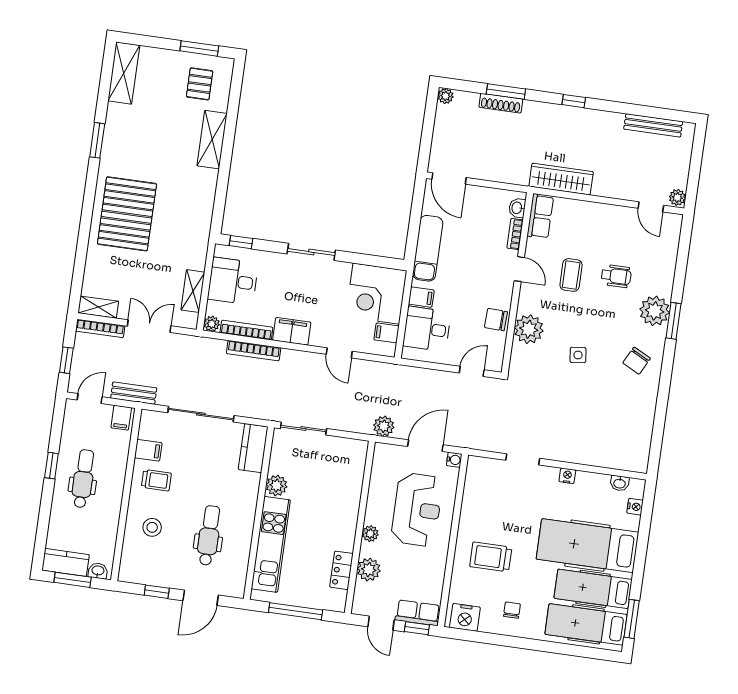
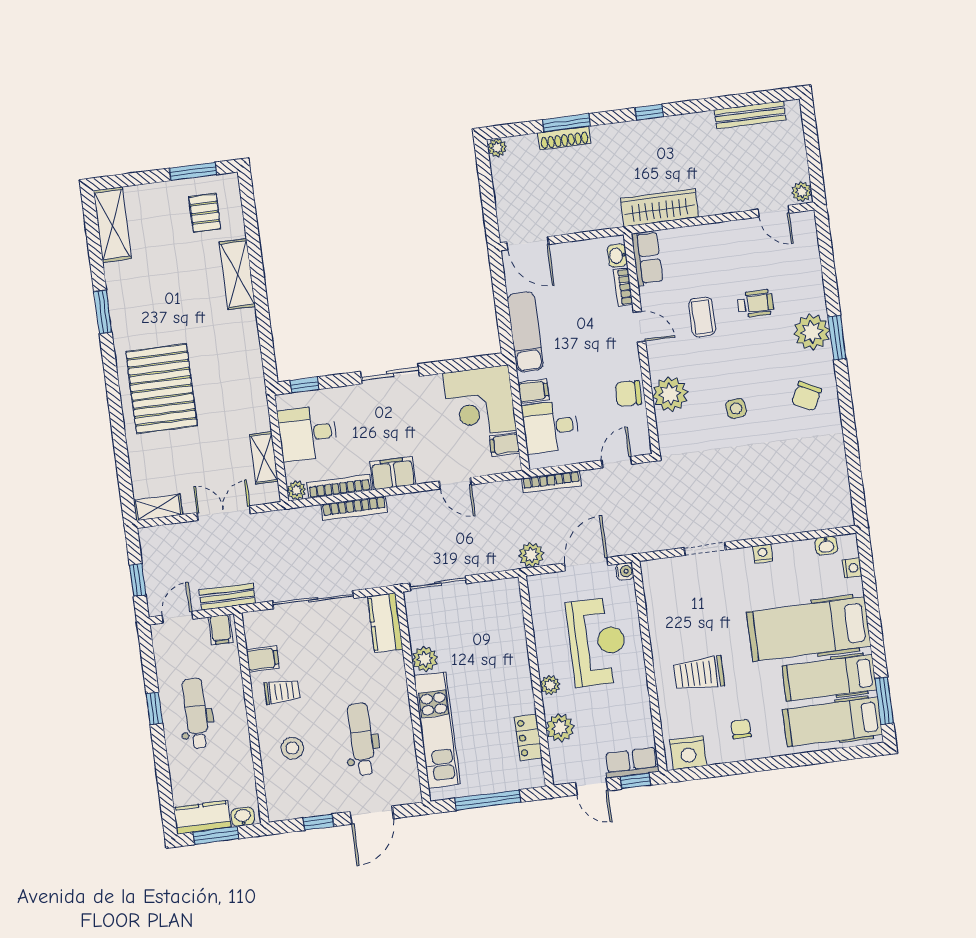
bookcase: (100, 328) -> (551, 482), moved

